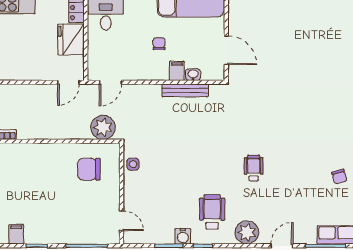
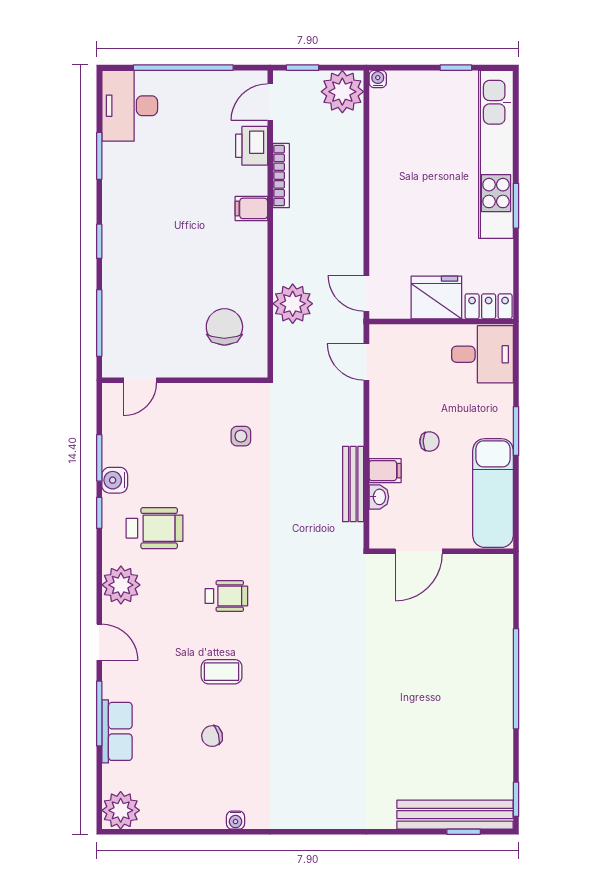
plant: (103, 127) -> (293, 304), moved
side table: (133, 164) -> (241, 436), moved
coffee table: (300, 171) -> (222, 672), added
filing cabinet: (16, 234) -> (251, 208), moved, turned 180

